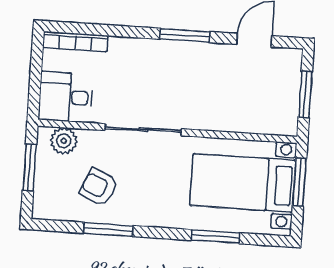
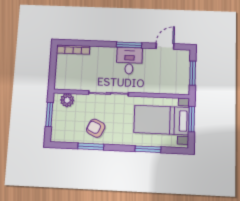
desk: (66, 97) -> (129, 61), moved, turned 90
armchair: (99, 187) -> (96, 128), moved

